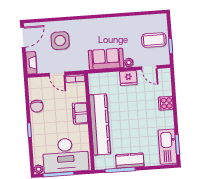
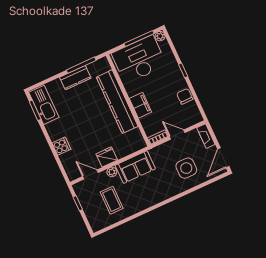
coffee table: (154, 40) -> (112, 200), moved, turned 90

